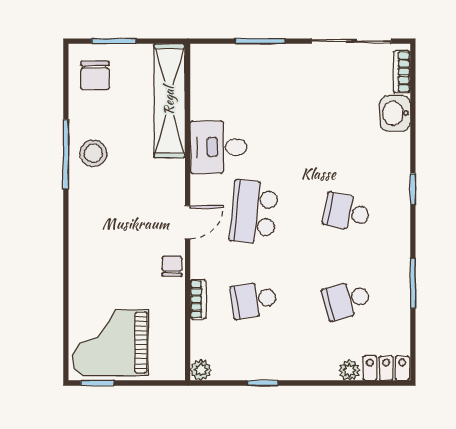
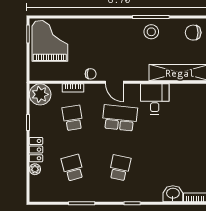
locker: (386, 368) -> (36, 150), moved
plant: (201, 370) -> (40, 94), width x1.88, depth x1.88

